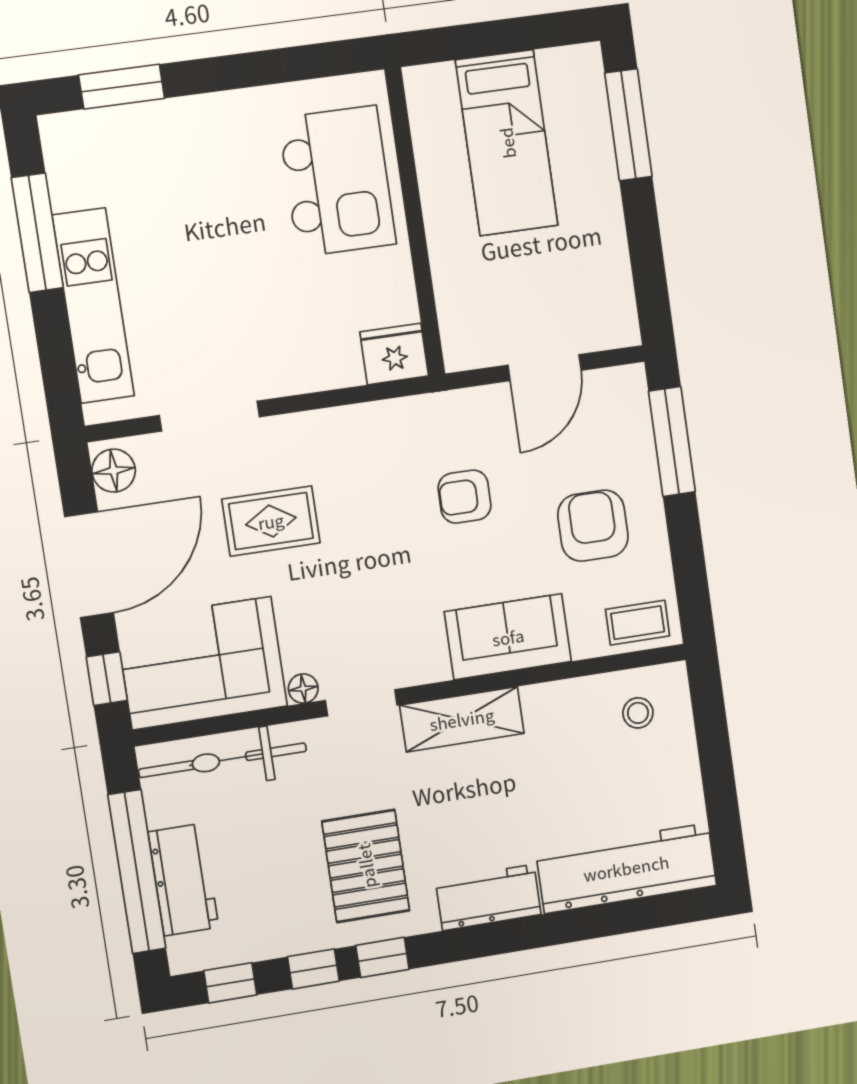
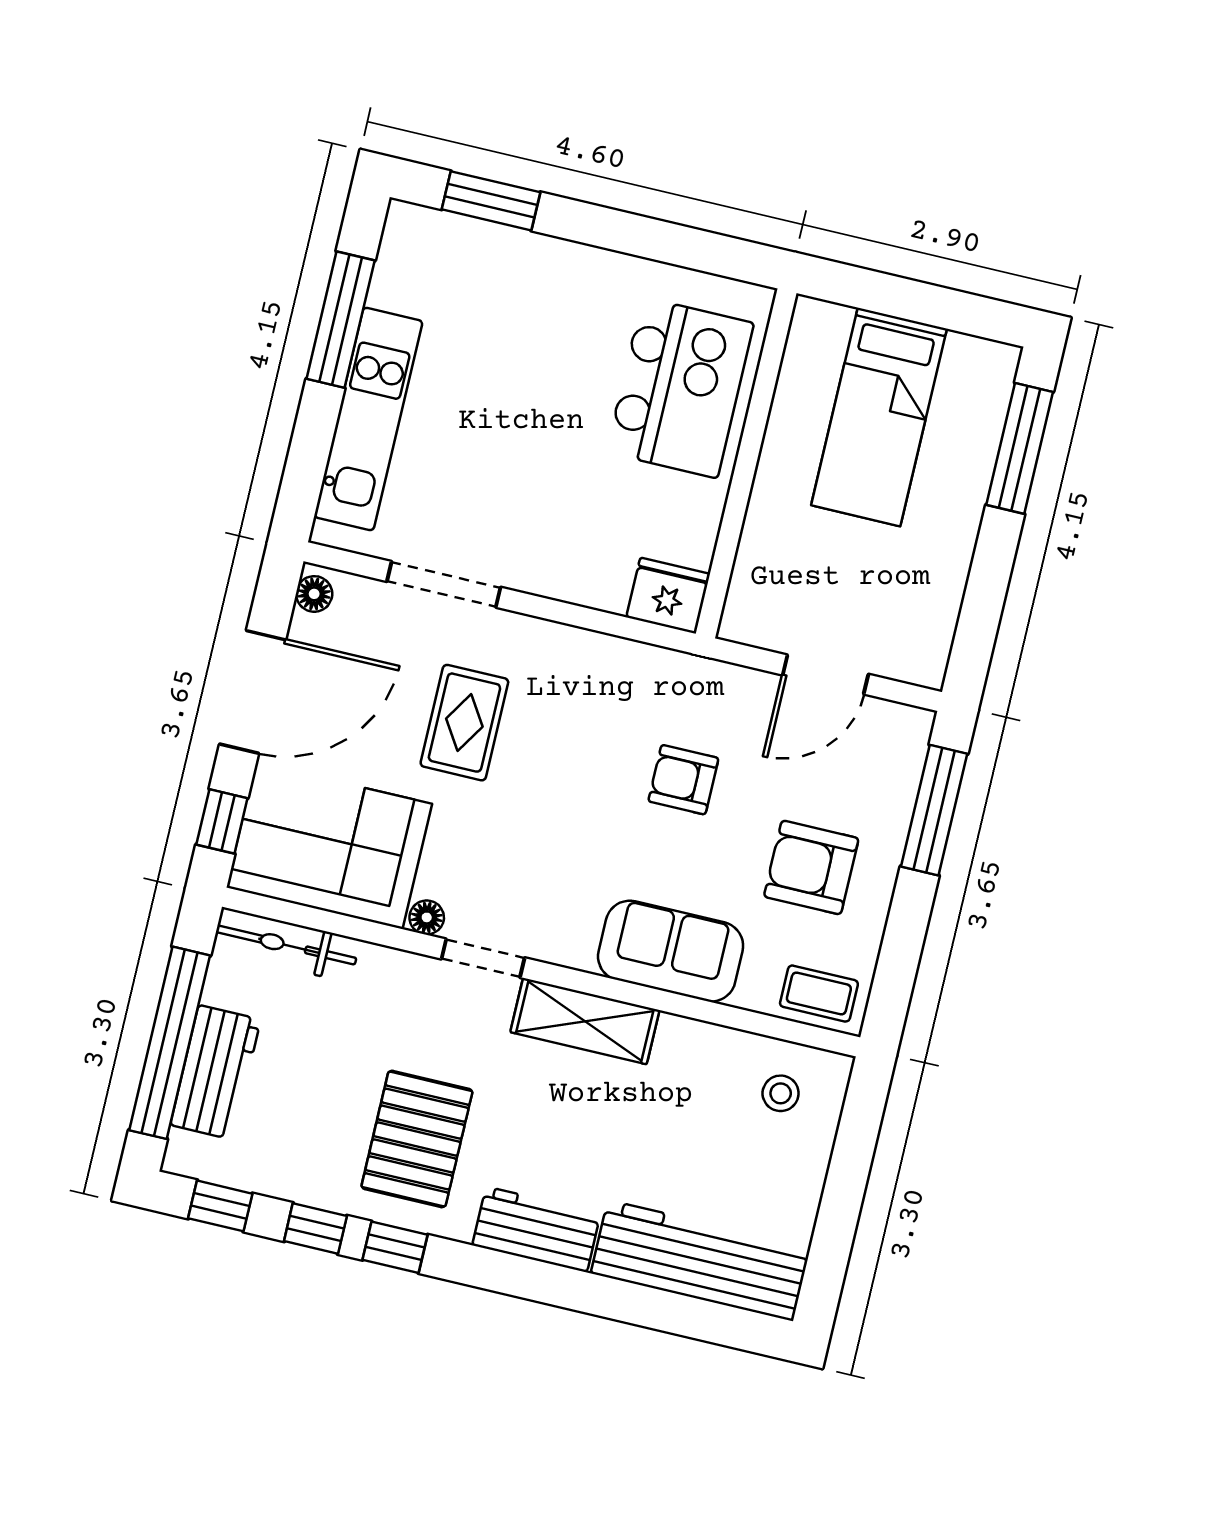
floor lamp: (114, 471) -> (314, 594), width x0.73, depth x0.73
rug: (271, 521) -> (464, 723), turned 90
armchair: (593, 526) -> (811, 867), turned -90
bicycle: (223, 760) -> (286, 945), width x0.73, depth x0.71

